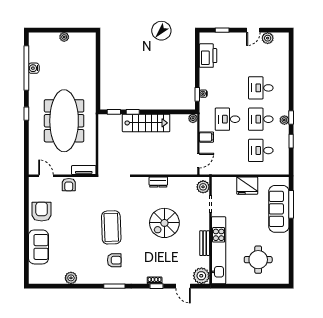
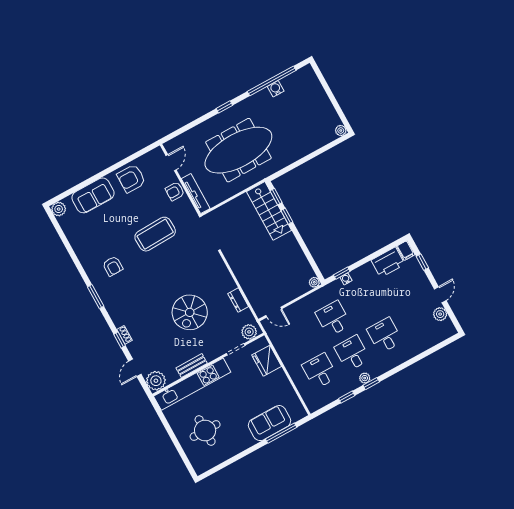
door: (253, 30) -> (440, 295), swing flipped
plant: (64, 37) -> (341, 130), moved
stairs: (146, 123) -> (269, 211), moved
filing cabinet: (206, 137) -> (406, 250), moved
tv unit: (84, 170) -> (196, 194), width x1.41
dresser: (158, 182) -> (238, 300), moved
fridge: (247, 186) -> (267, 361), moved
sofa: (279, 209) -> (269, 423), width x0.73
armchair: (42, 212) -> (131, 179), turned 180
spiral stairs: (164, 223) -> (190, 312), turned -90
coffee table: (111, 227) -> (155, 234), moved
armchair: (114, 260) -> (113, 266), moved
plant: (71, 278) -> (59, 209), moved

